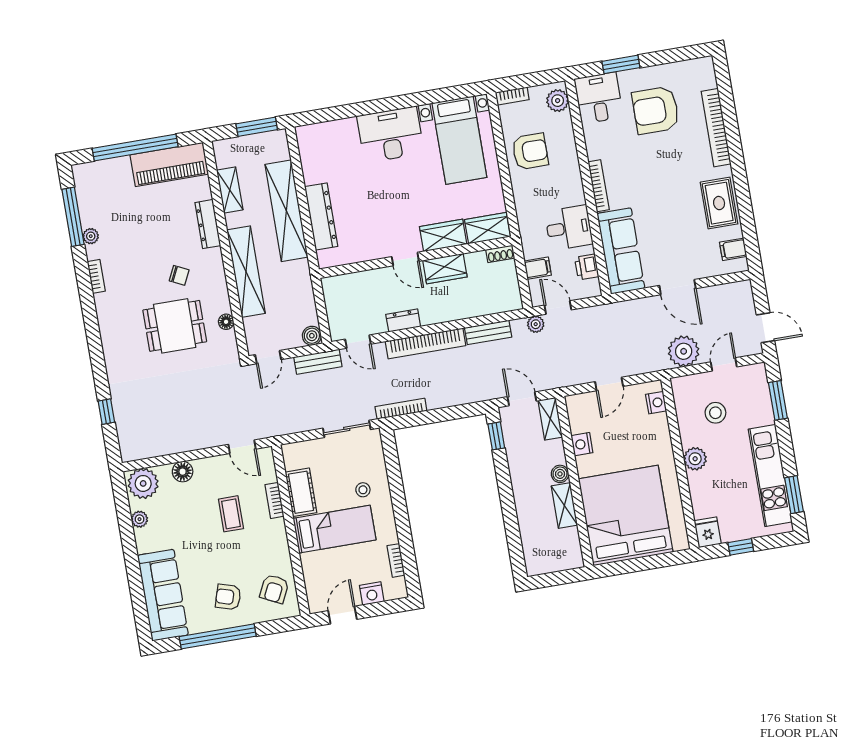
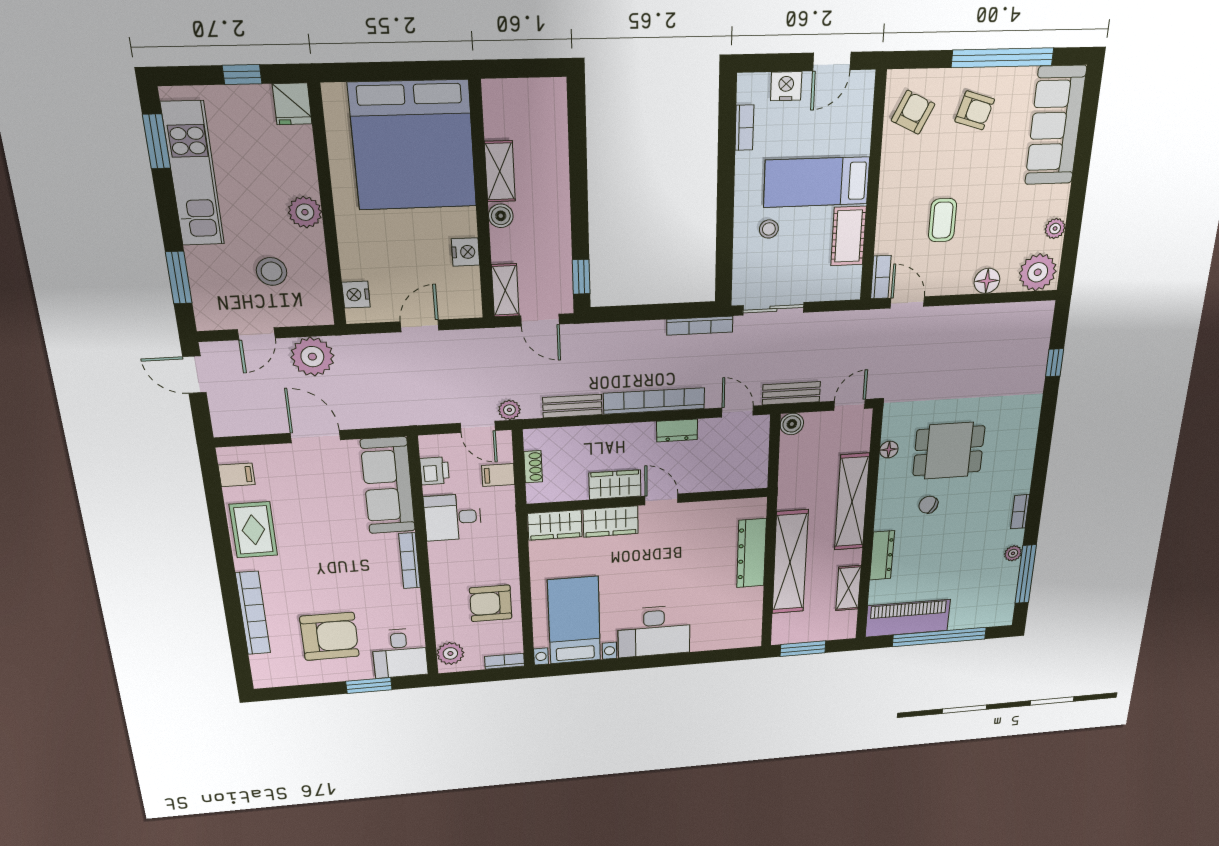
shoe rack: (500, 254) -> (533, 467), moved, turned 90
bookcase: (274, 500) -> (881, 277), moved

